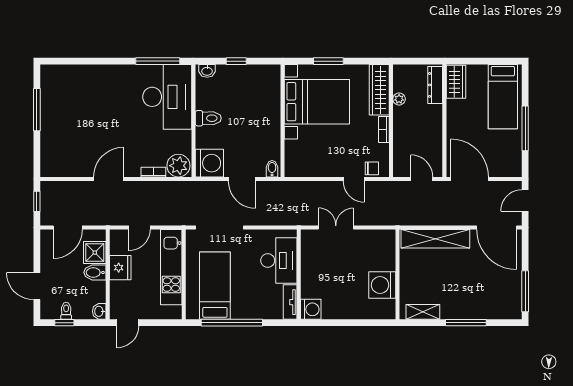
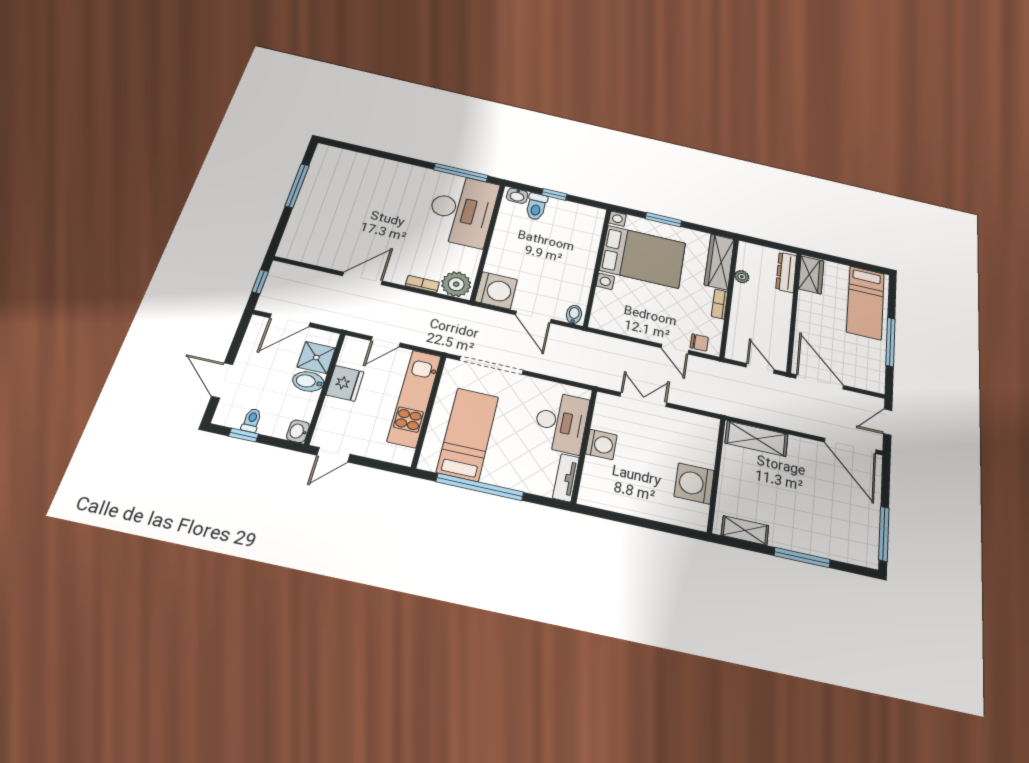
toilet: (208, 118) -> (536, 207), moved, turned 90
shelving: (435, 239) -> (756, 439), width x0.68
washing machine: (311, 309) -> (601, 444), moved

